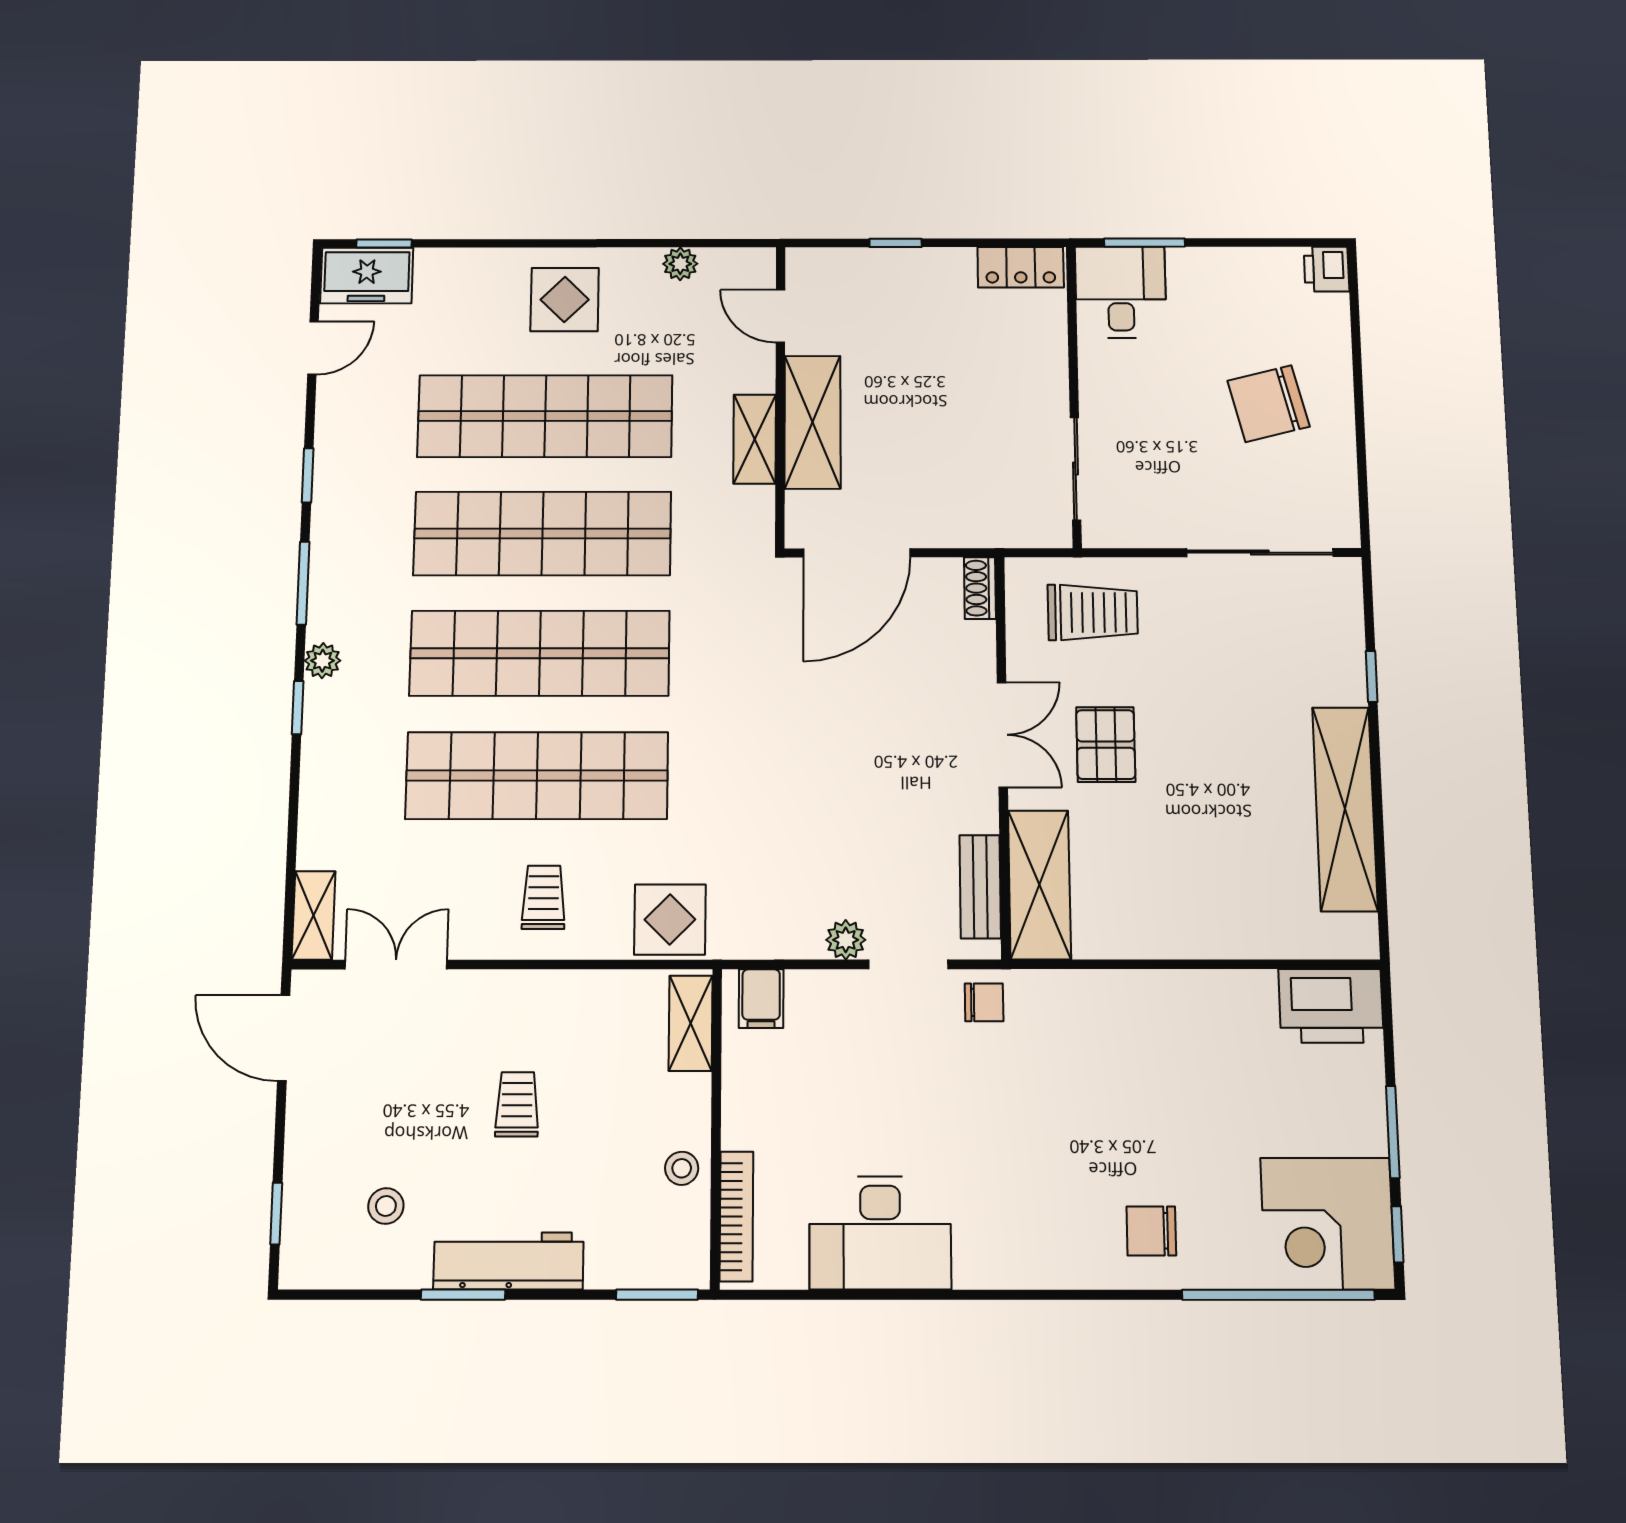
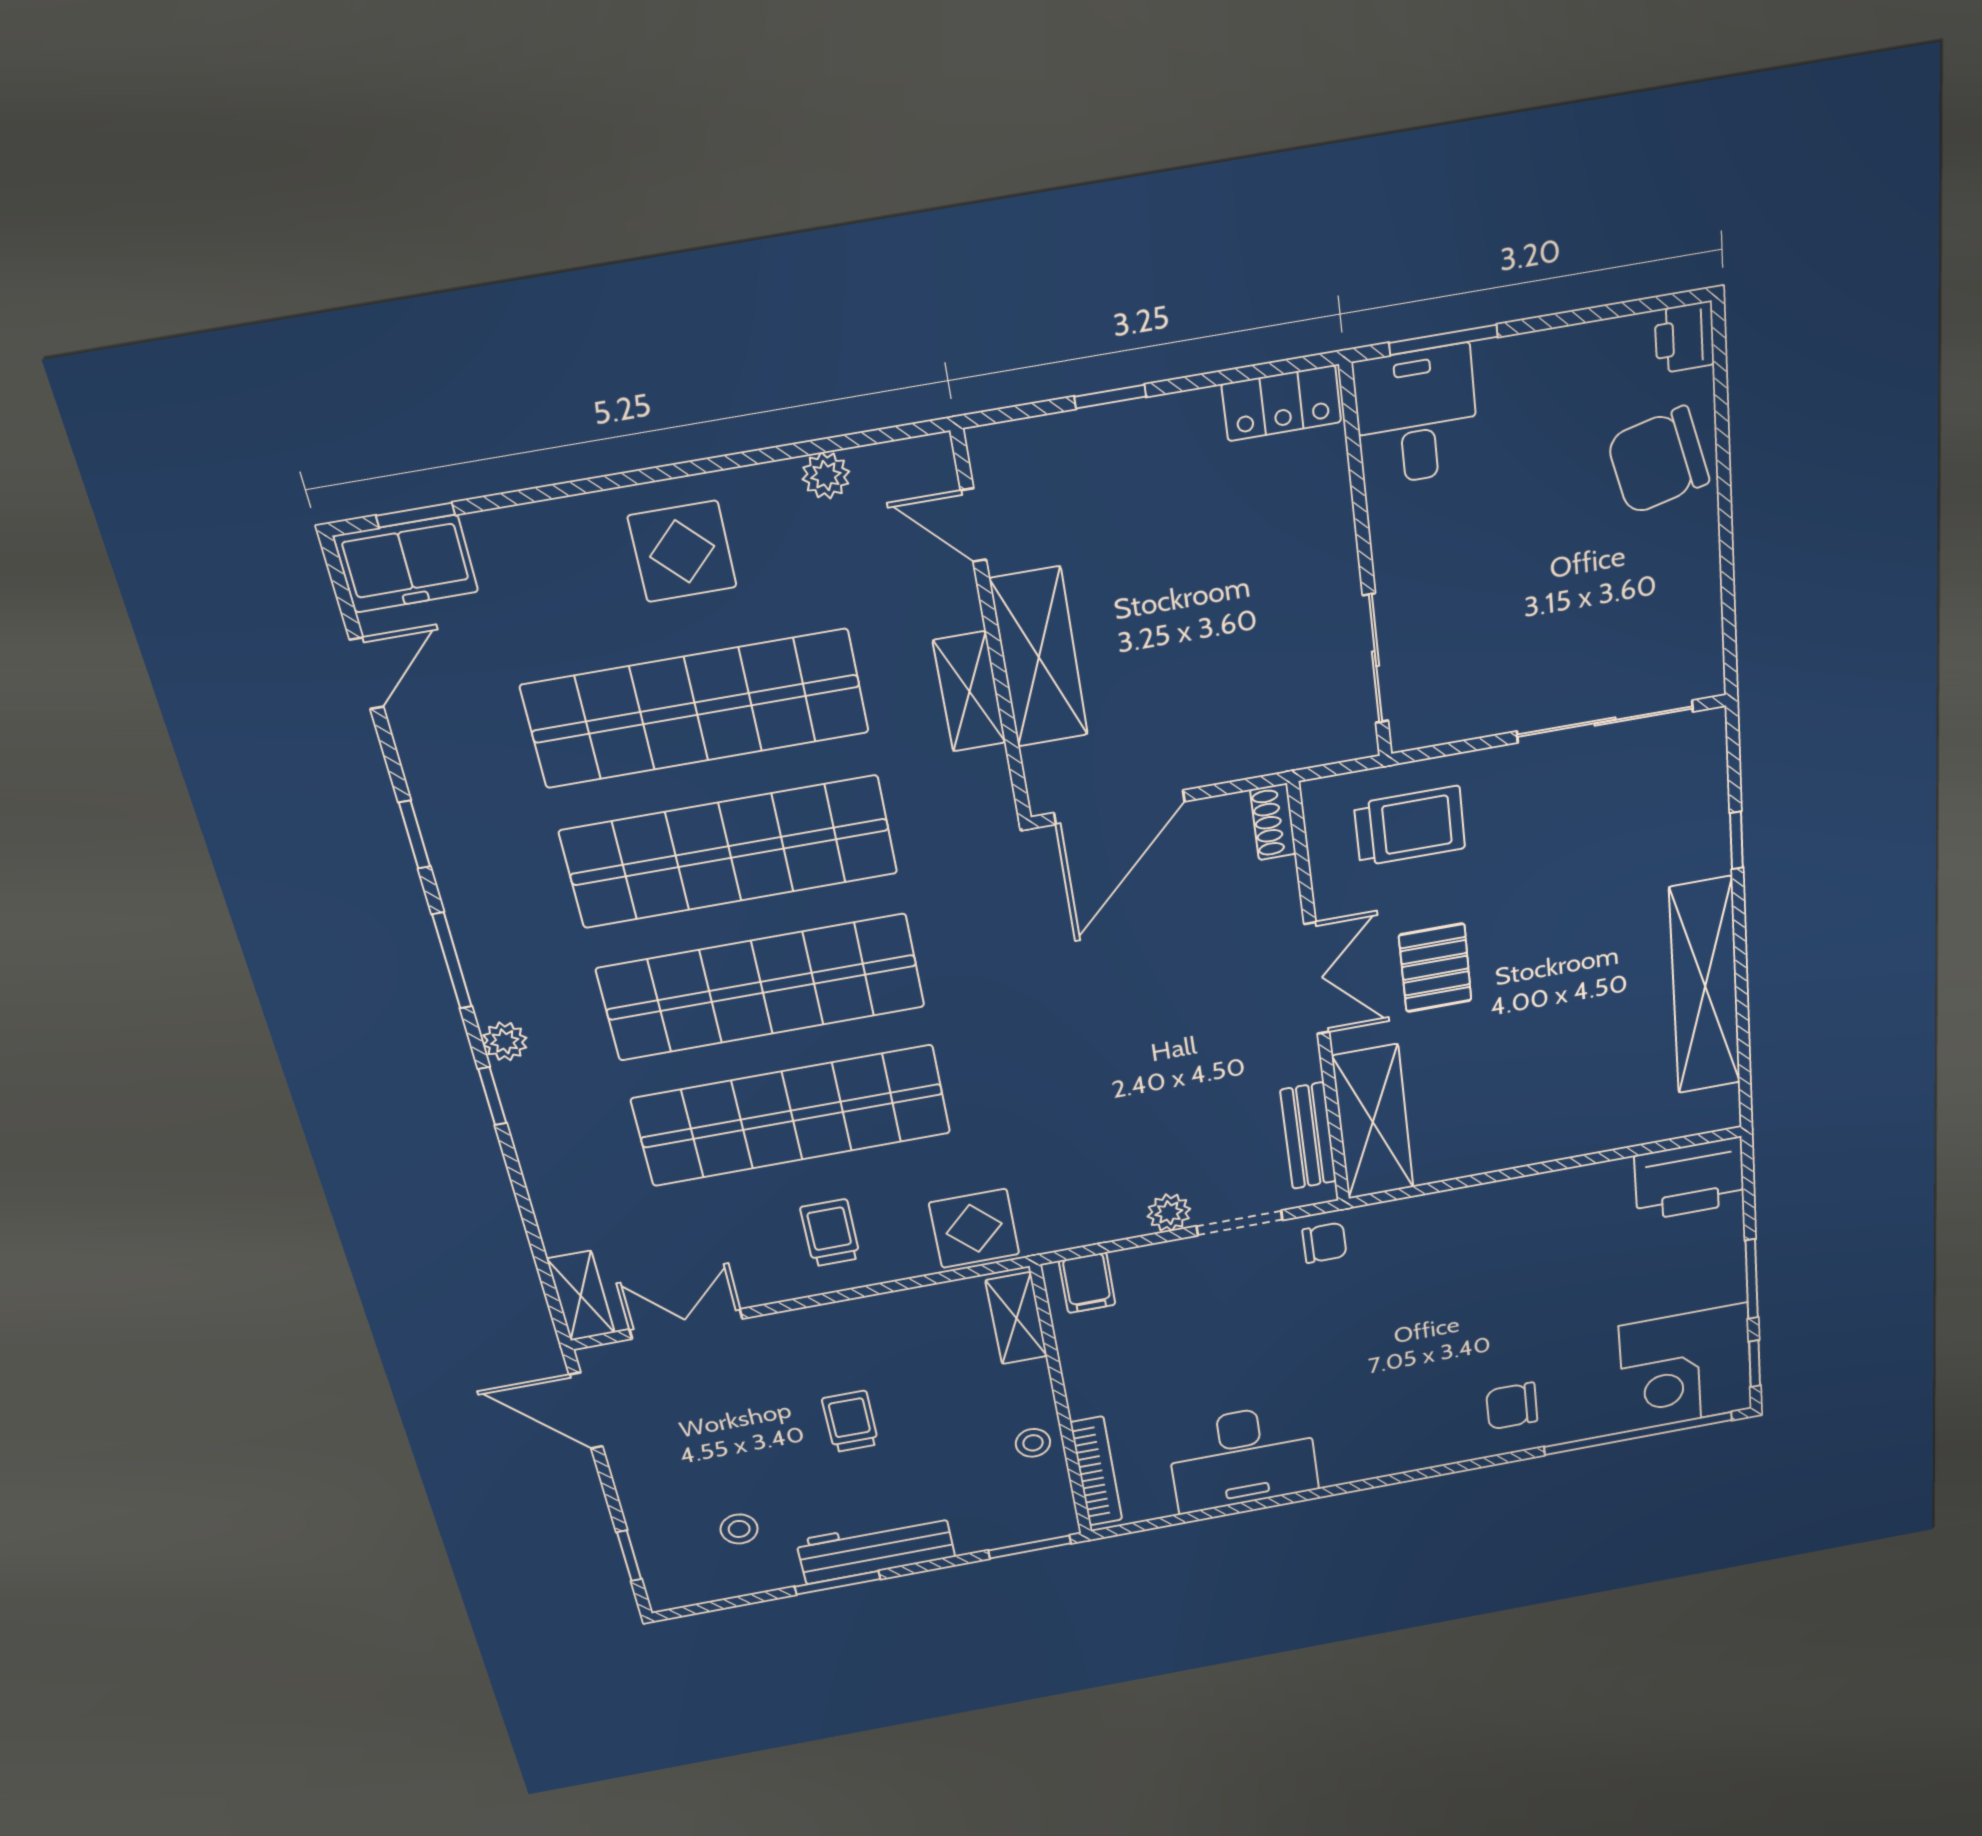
chair: (1268, 404) -> (1658, 461), moved

